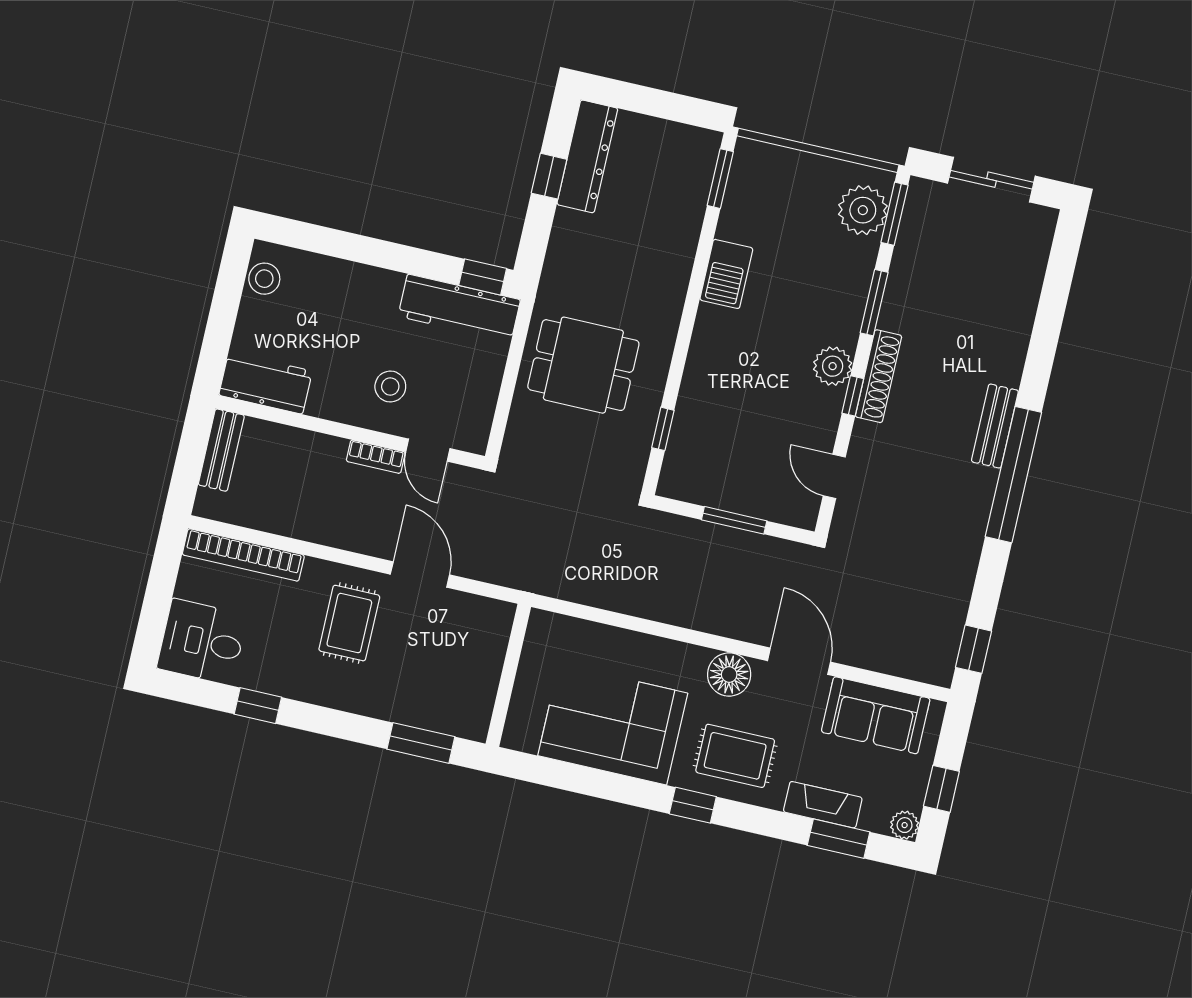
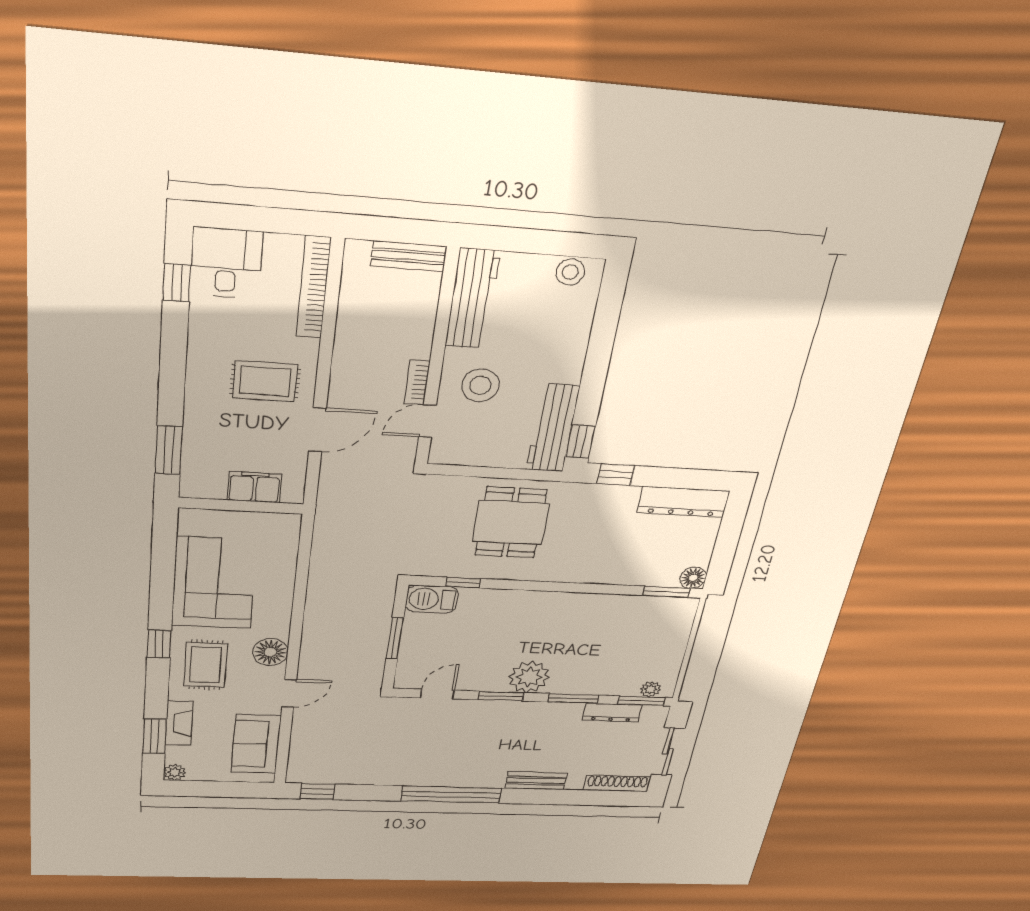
floor lamp: (704, 145) -> (693, 578), added
window: (549, 176) -> (616, 475), moved
plant: (863, 210) -> (650, 689), width x0.53, depth x0.53
dresser: (908, 253) -> (612, 713), added
barbecue: (726, 274) -> (432, 599), moved
plant: (833, 366) -> (529, 677), width x1.36, depth x1.36
shoe rack: (878, 376) -> (617, 783), moved, turned 180
workbench: (265, 383) -> (472, 299), width x1.38
stool: (390, 387) -> (480, 385), width x1.38, depth x1.38
window: (853, 396) -> (501, 696), width x1.50
bench: (995, 426) -> (536, 781), moved
filing cabinet: (485, 656) -> (254, 487), added
door: (799, 661) -> (289, 693), width x0.73
window: (258, 706) -> (177, 283), moved
window: (941, 789) -> (208, 789), removed

